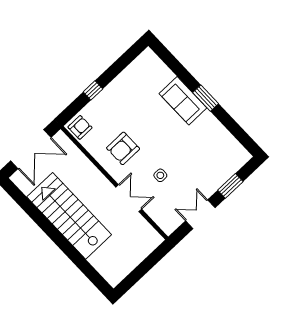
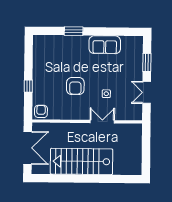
window: (206, 98) -> (74, 31), moved
sofa: (183, 101) -> (105, 45), moved
armchair: (123, 148) -> (75, 86), moved

